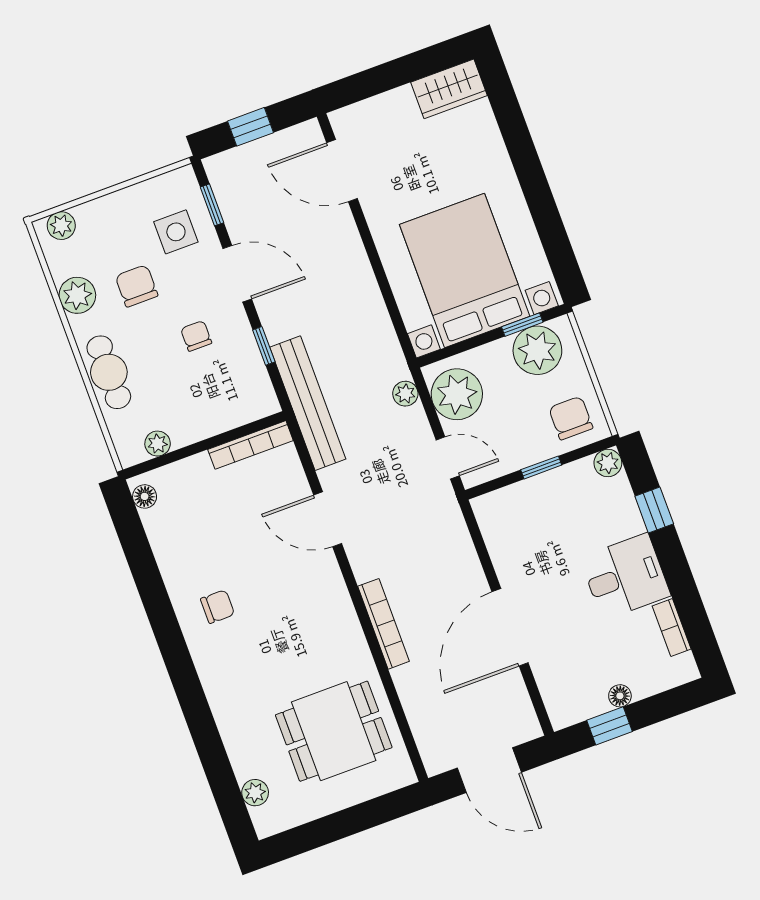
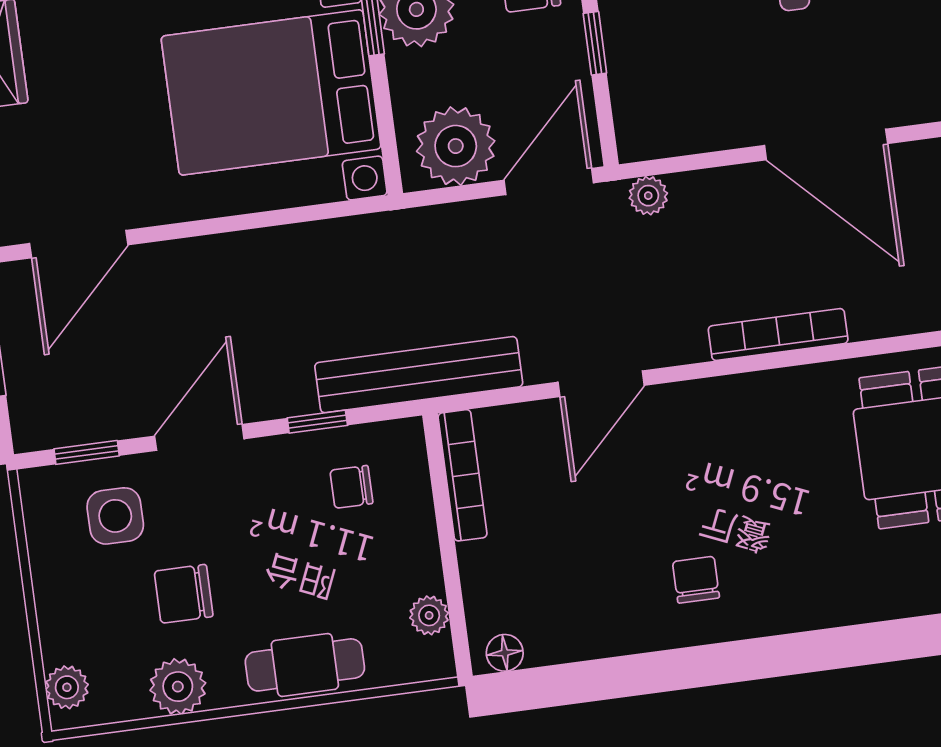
chair: (196, 336) -> (351, 487), moved
plant: (405, 394) -> (648, 196), moved
door: (448, 458) -> (549, 181), width x1.38

